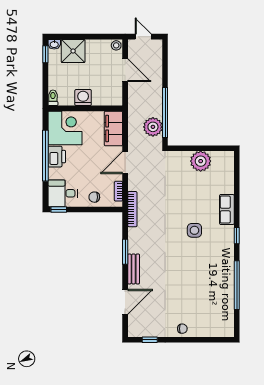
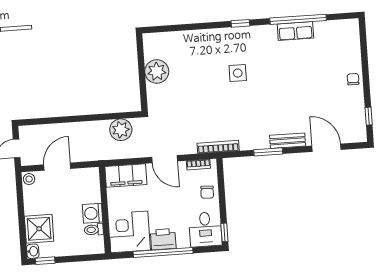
toilet: (53, 98) -> (94, 230), moved
window: (165, 112) -> (103, 117), removed
row of seats: (227, 210) -> (295, 31), moved

